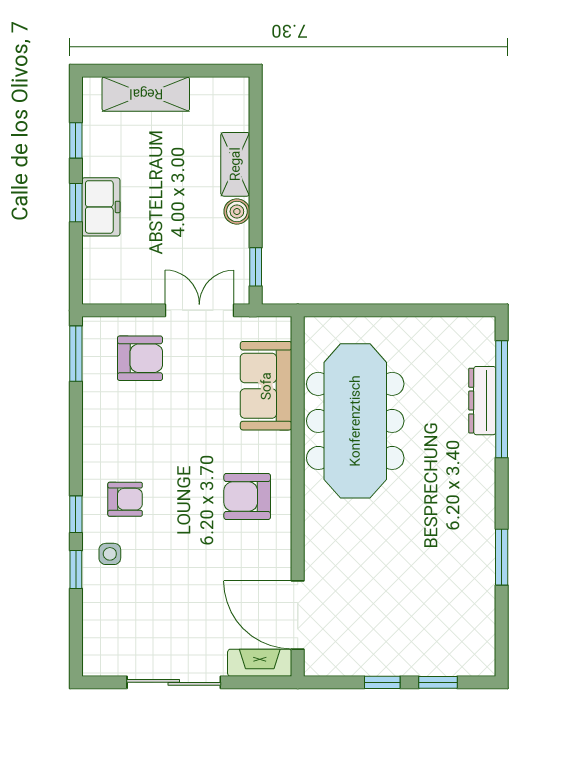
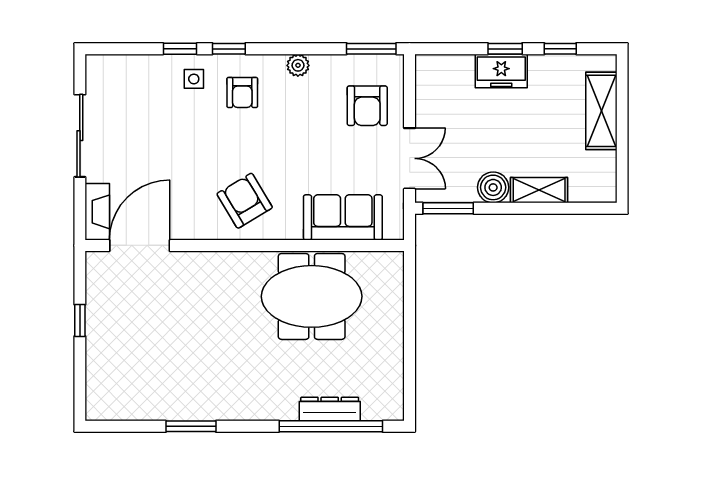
boiler: (237, 211) -> (493, 187), width x1.36, depth x1.36
window: (256, 267) -> (448, 208), width x1.50
meeting table: (355, 421) -> (312, 296), width x0.73
plant: (94, 436) -> (298, 65), added
armchair: (247, 497) -> (245, 201), turned -31
window: (438, 682) -> (80, 370), removed

